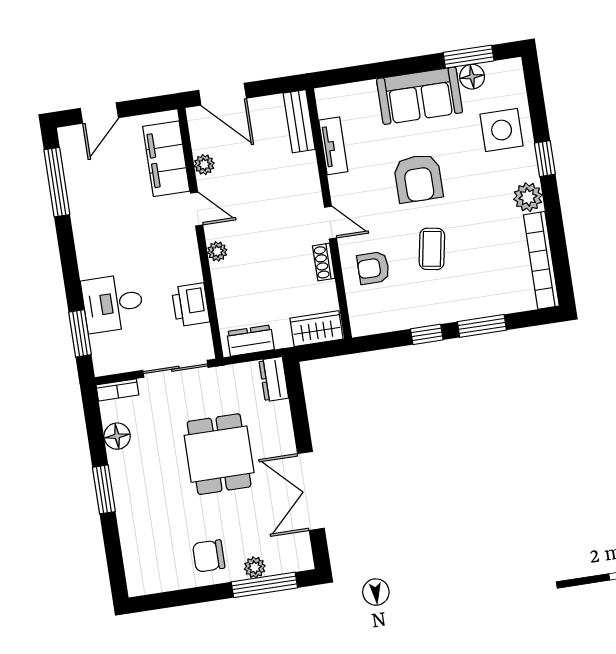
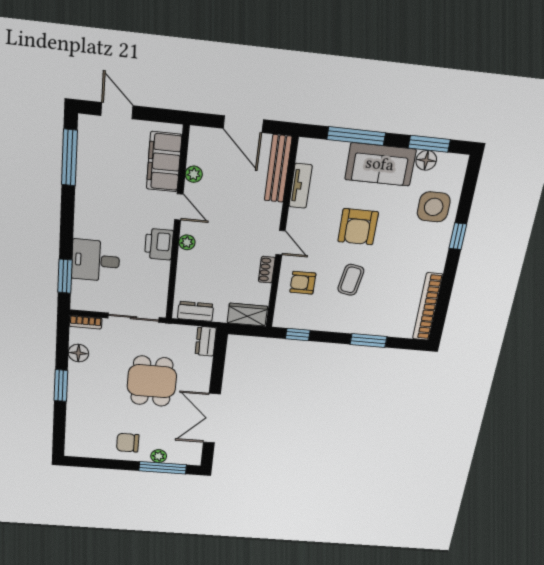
window: (380, 70) -> (356, 136), added
door: (223, 94) -> (243, 124), moved
door: (99, 113) -> (117, 111), swing flipped
bench: (299, 121) -> (278, 169), width x1.36
plant: (528, 197) -> (435, 261), removed
printer: (191, 305) -> (159, 244), moved
window: (427, 334) -> (298, 334), moved

